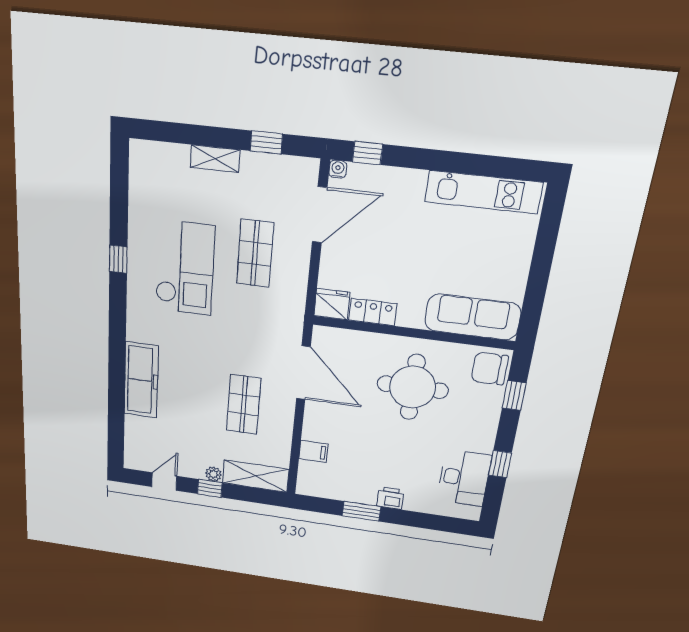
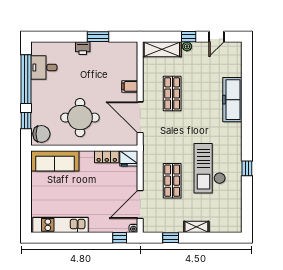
filing cabinet: (313, 451) -> (130, 86), moved
window: (500, 464) -> (26, 79), width x3.17
desk: (464, 478) -> (44, 67), width x0.73

